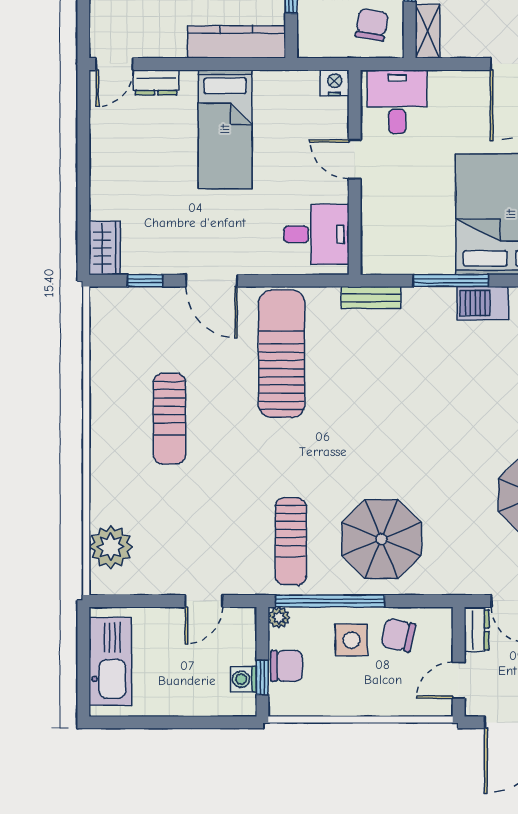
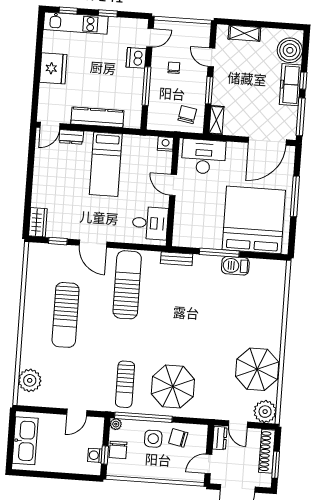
kitchen counter: (237, 42) -> (97, 117), moved
desk: (397, 102) -> (204, 157), width x1.37
sun lounger: (169, 419) -> (66, 315), width x1.36, depth x1.34
chair: (287, 666) -> (118, 450), turned 90

